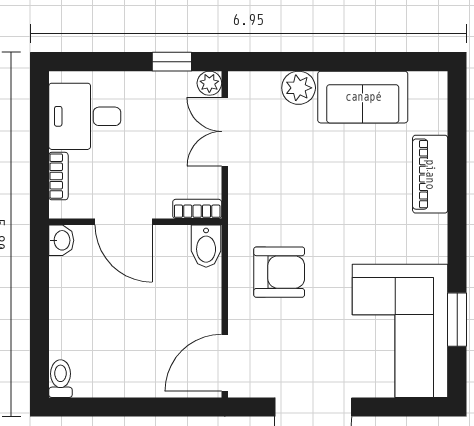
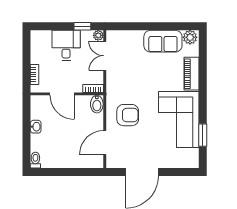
plant: (299, 88) -> (190, 37), moved
desk: (85, 116) -> (66, 45), moved, turned 90
washbasin: (61, 240) -> (36, 127), moved
corner sofa: (400, 331) -> (179, 119), moved
door: (225, 363) -> (105, 143), moved

